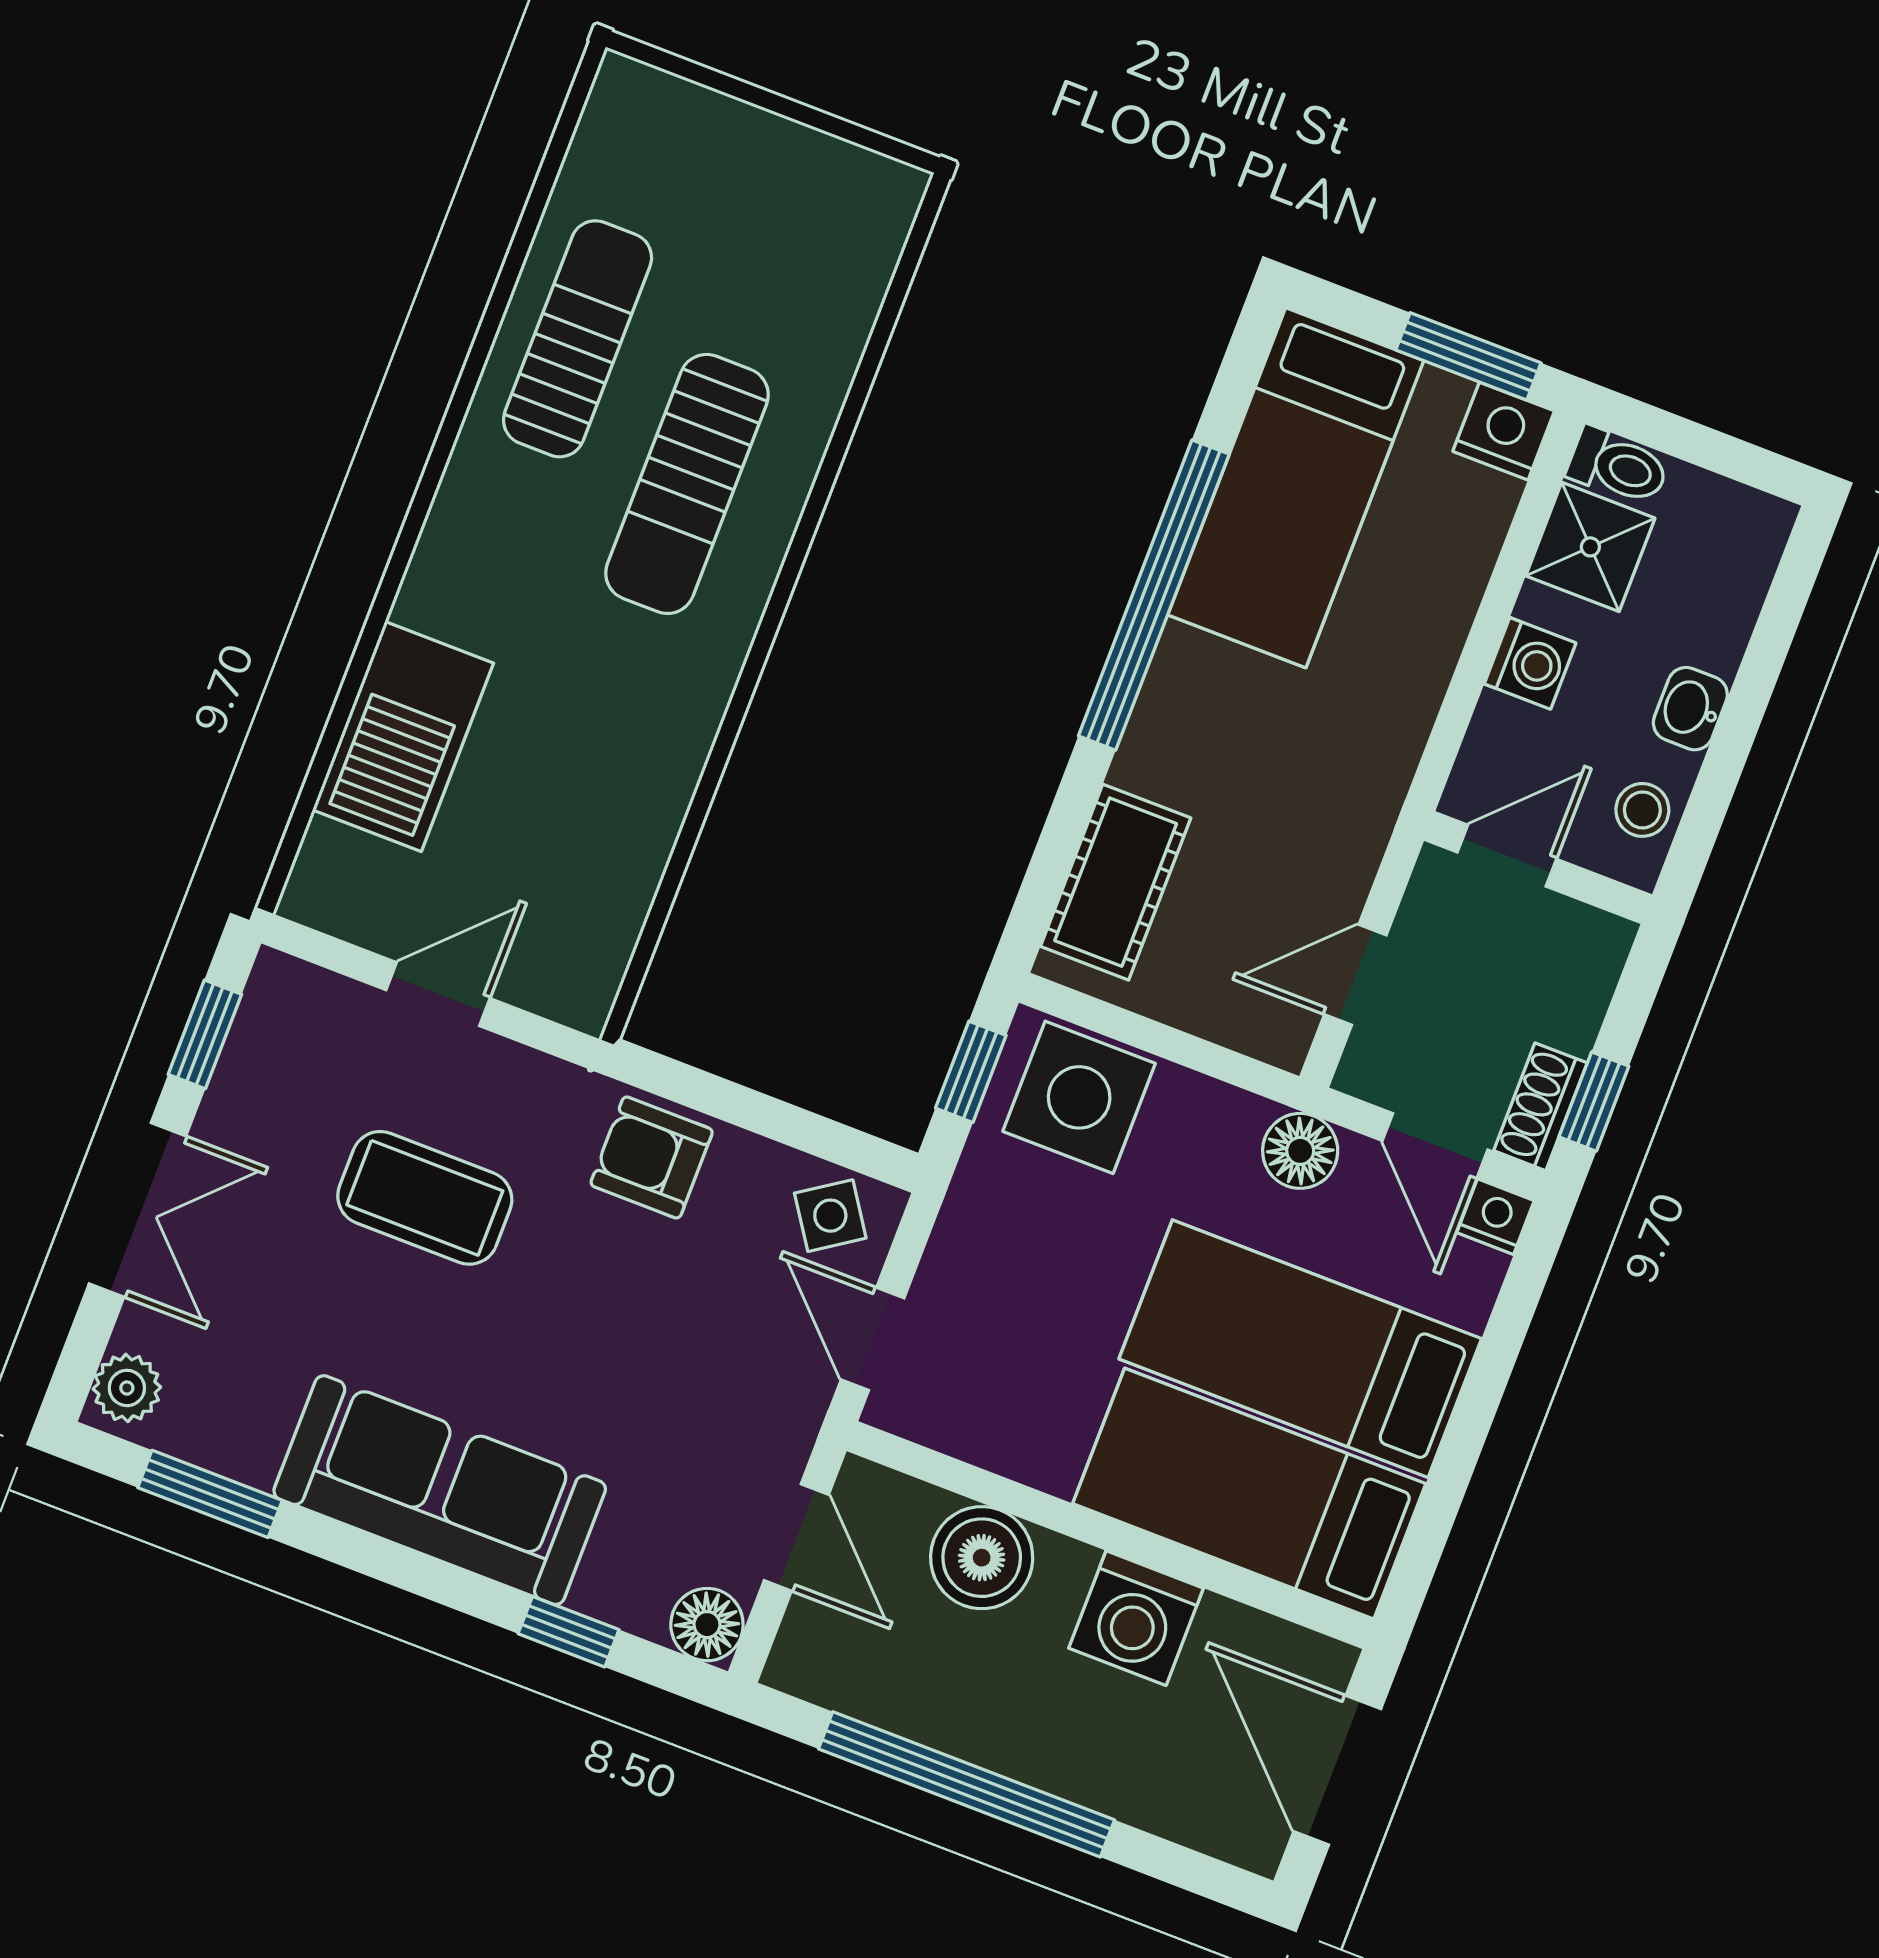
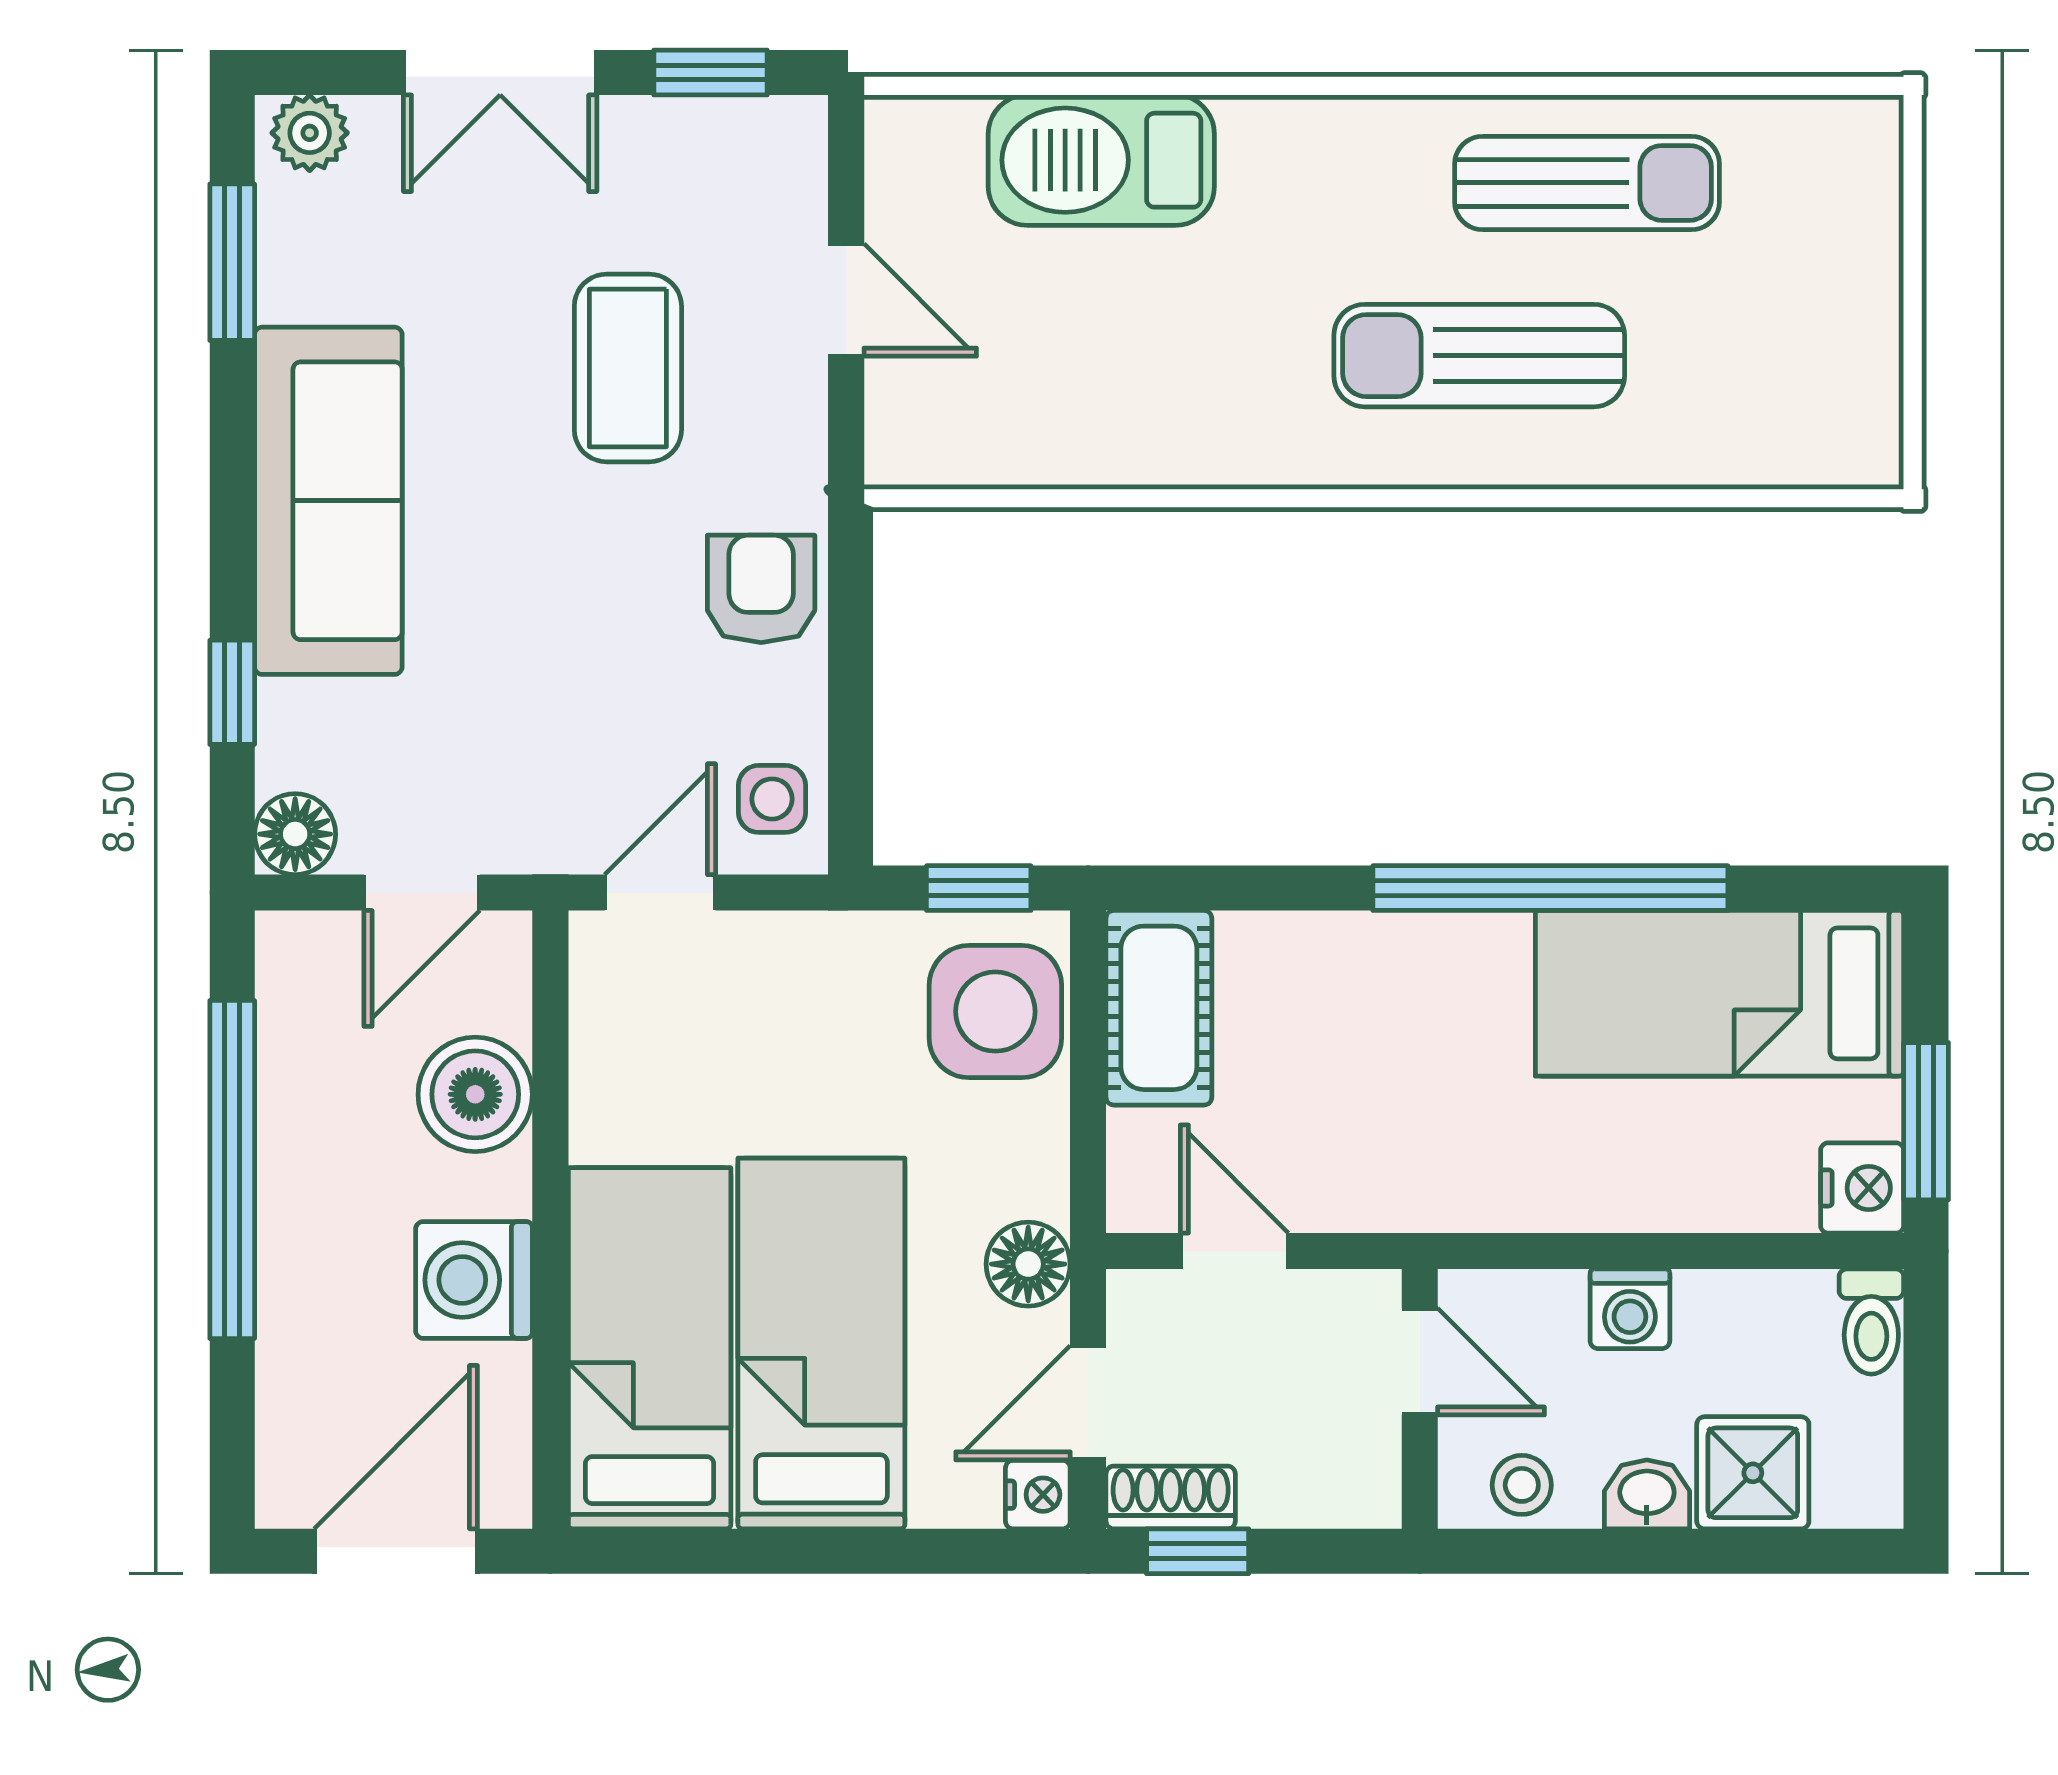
shower: (1590, 547) -> (1753, 1473), moved
cot: (1116, 882) -> (1159, 1008), moved, turned 90
side table: (830, 1216) -> (772, 799), turned 34

